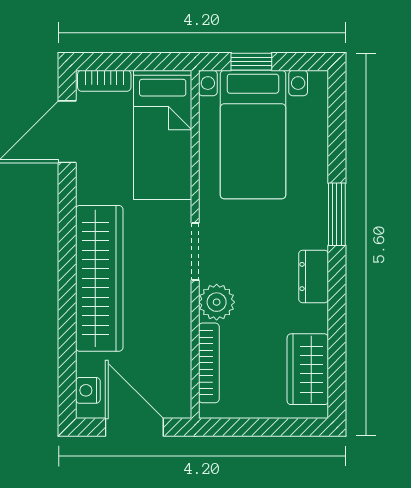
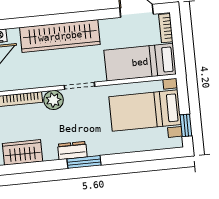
window: (251, 62) -> (186, 125), moved
window: (337, 214) -> (84, 162), moved

